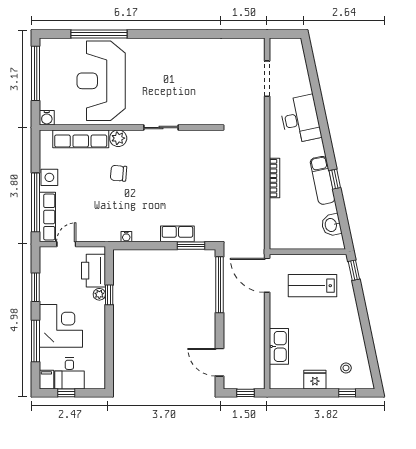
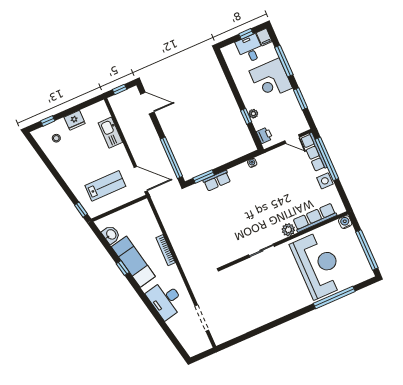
chair: (119, 173) -> (277, 205), removed
exam couch: (323, 180) -> (133, 262), width x1.36, depth x1.45
door: (66, 244) -> (292, 139), hinge flipped
printer: (93, 271) -> (264, 135), width x0.53, depth x0.68

